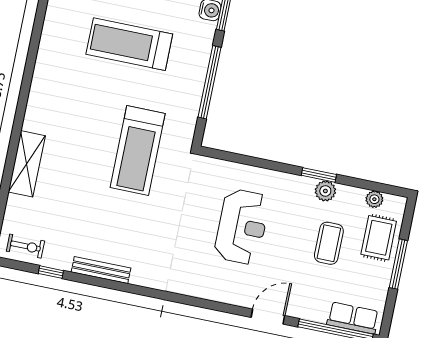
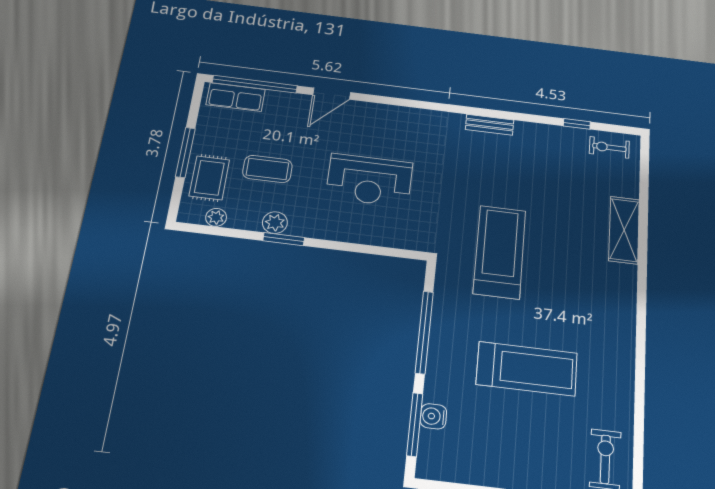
reception desk: (242, 227) -> (369, 180), turned -90
coffee table: (329, 243) -> (267, 169), turned 90
bench: (101, 270) -> (490, 125), moved, width x0.73

